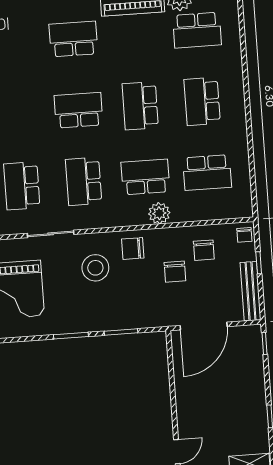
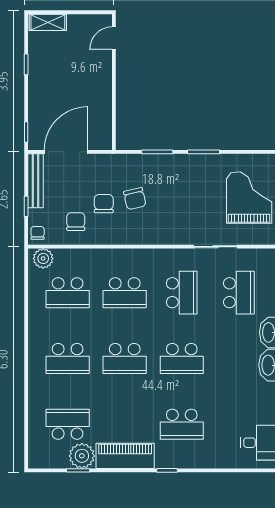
school desk: (202, 101) -> (68, 358), turned 90
school desk: (140, 106) -> (125, 358), turned 90
school desk: (207, 173) -> (68, 293), turned 180
plant: (159, 213) -> (43, 258), moved
chair: (133, 248) -> (135, 199), moved, turned 77
stool: (95, 268) -> (177, 213), removed
door: (204, 326) -> (66, 152), moved

